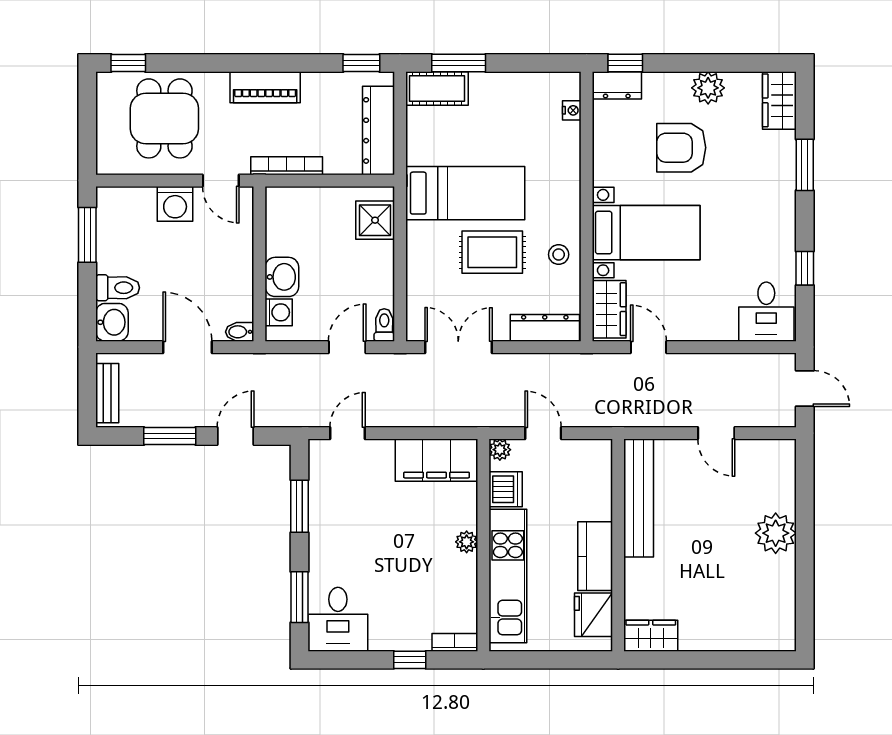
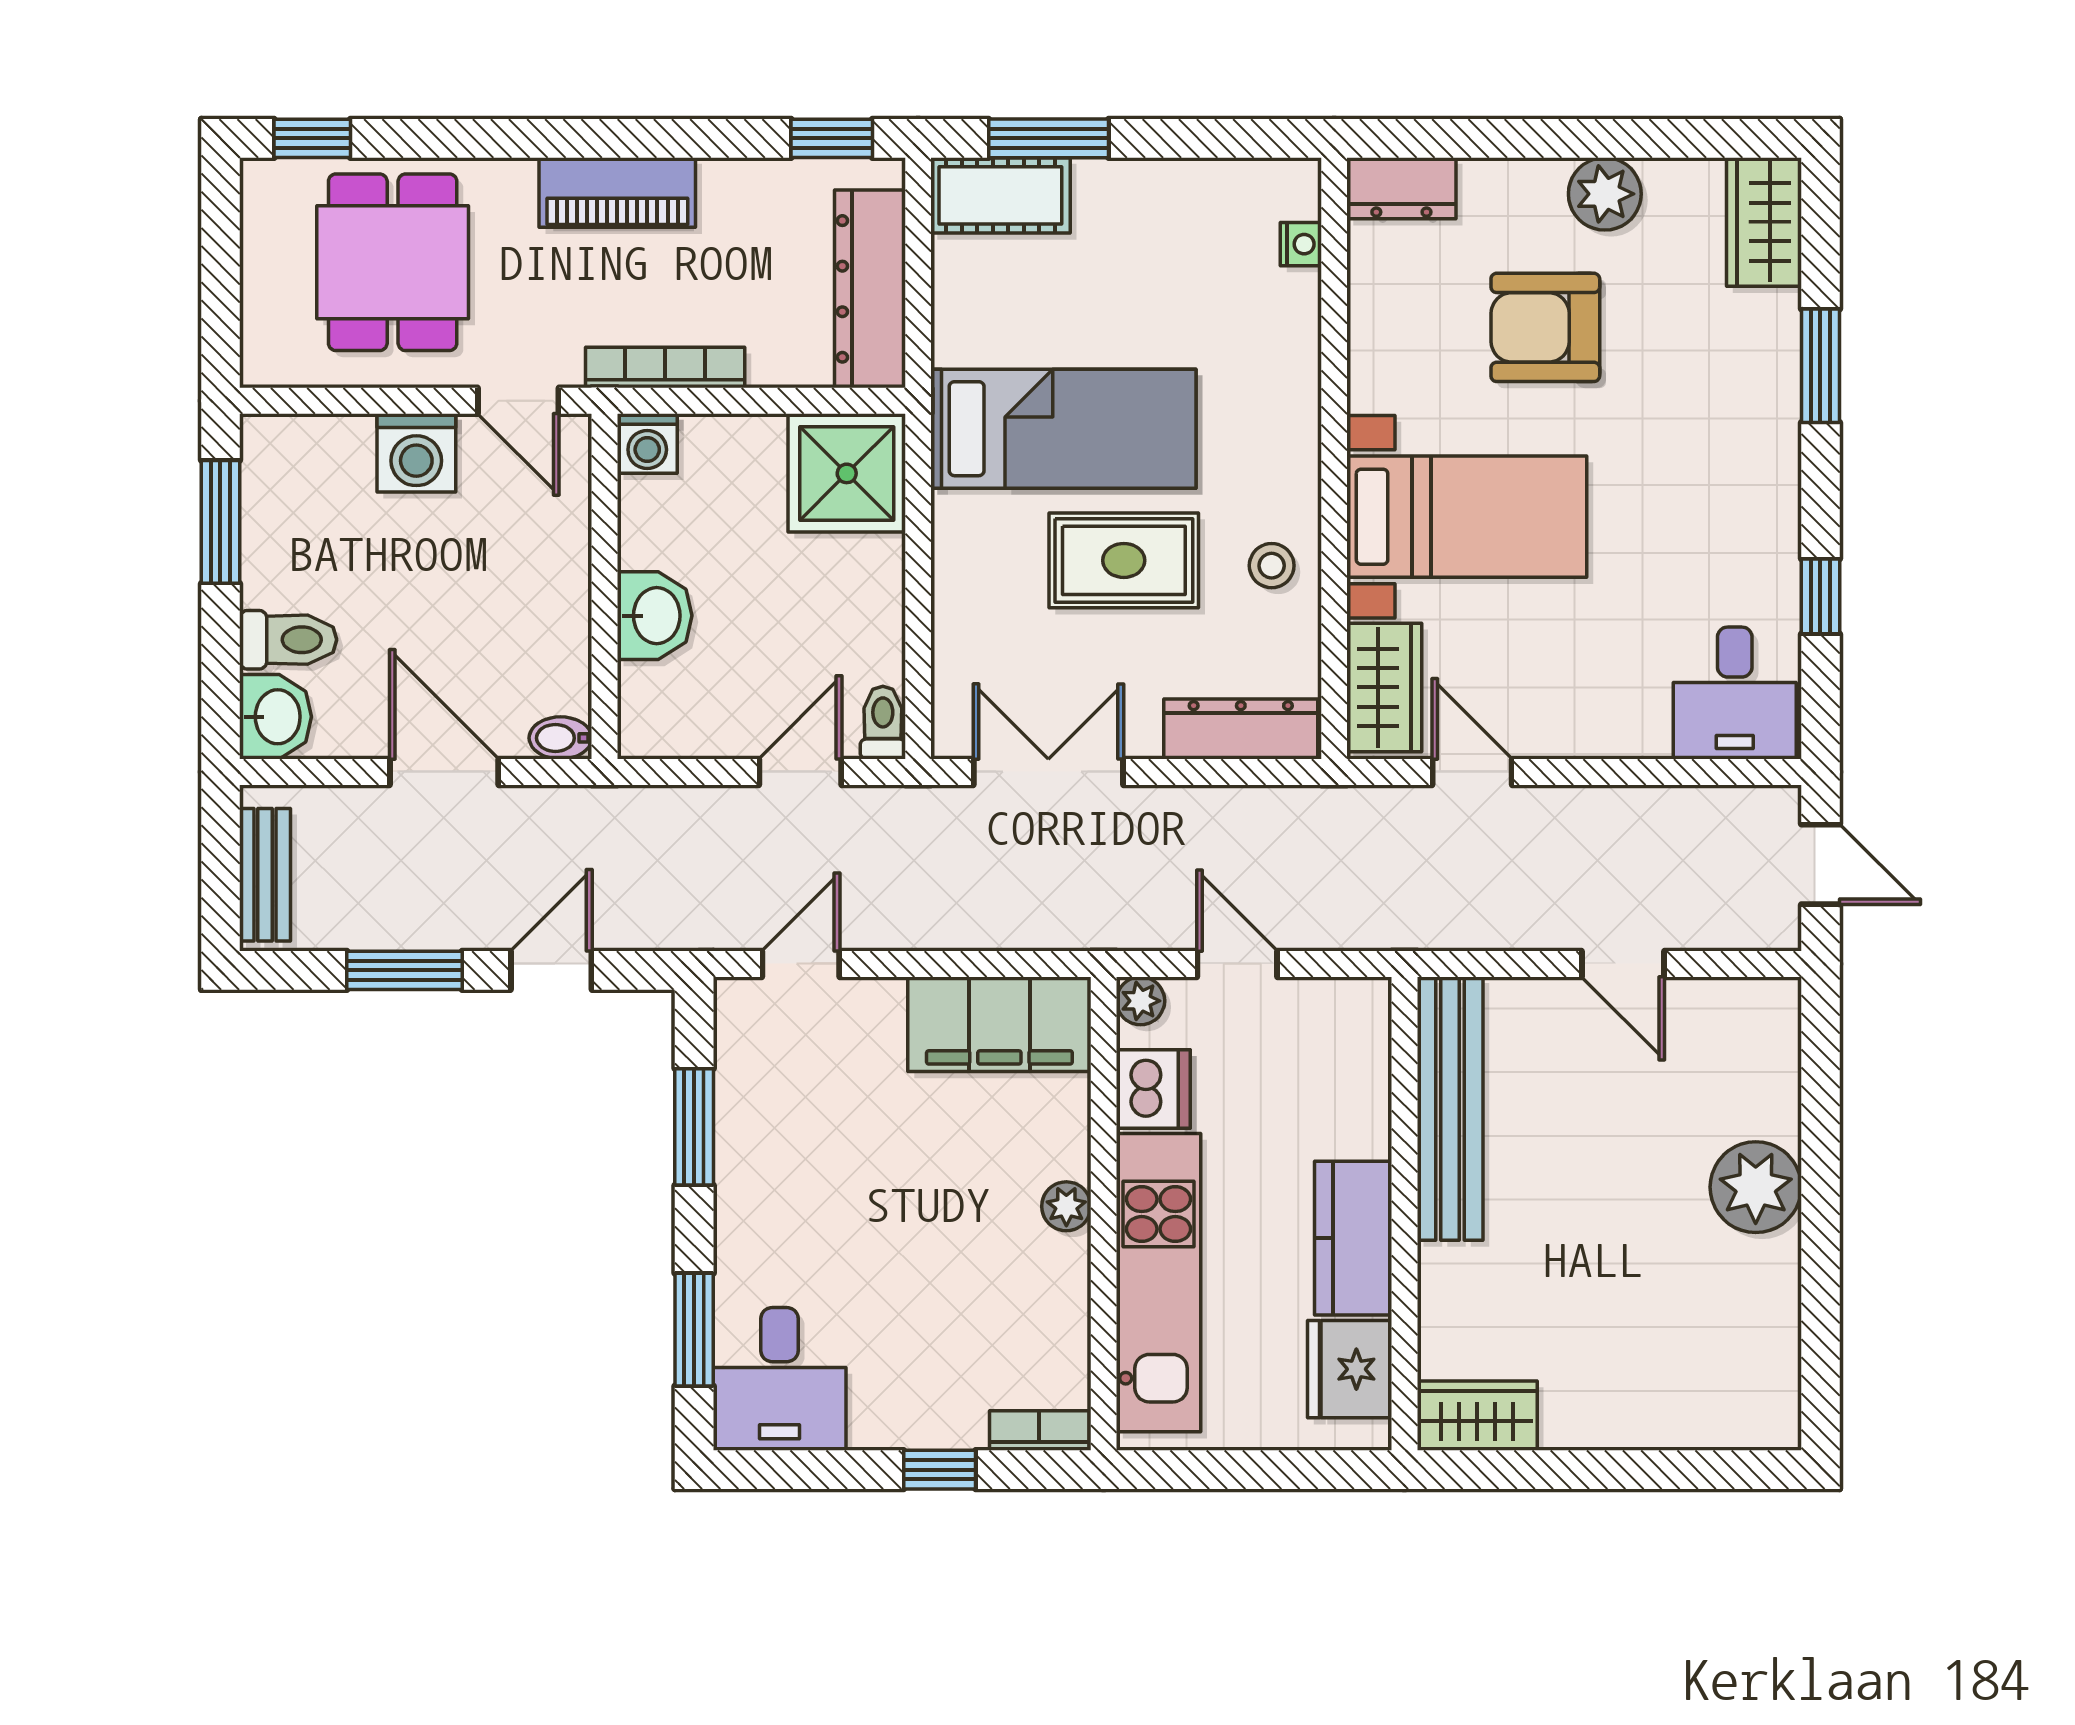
window: (625, 63) -> (1420, 138), removed
shower: (375, 220) -> (847, 473), width x1.36, depth x1.36
washing machine: (279, 312) -> (647, 444), moved, turned 90

